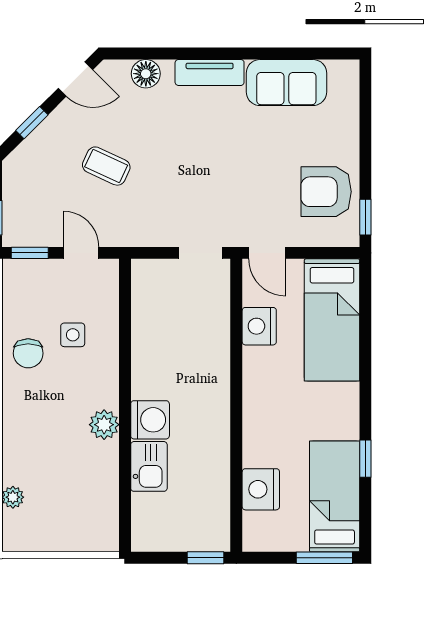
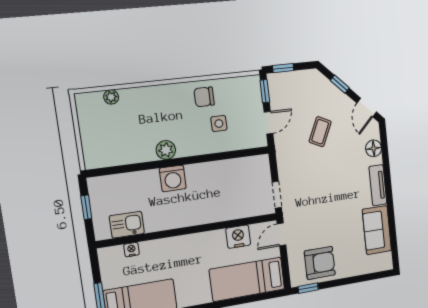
armchair: (326, 192) -> (320, 263), turned 90
kitchen sink: (149, 466) -> (127, 225), moved, turned 180
nightstand: (261, 489) -> (131, 250), width x0.53, depth x0.56
window: (206, 558) -> (86, 207), moved

